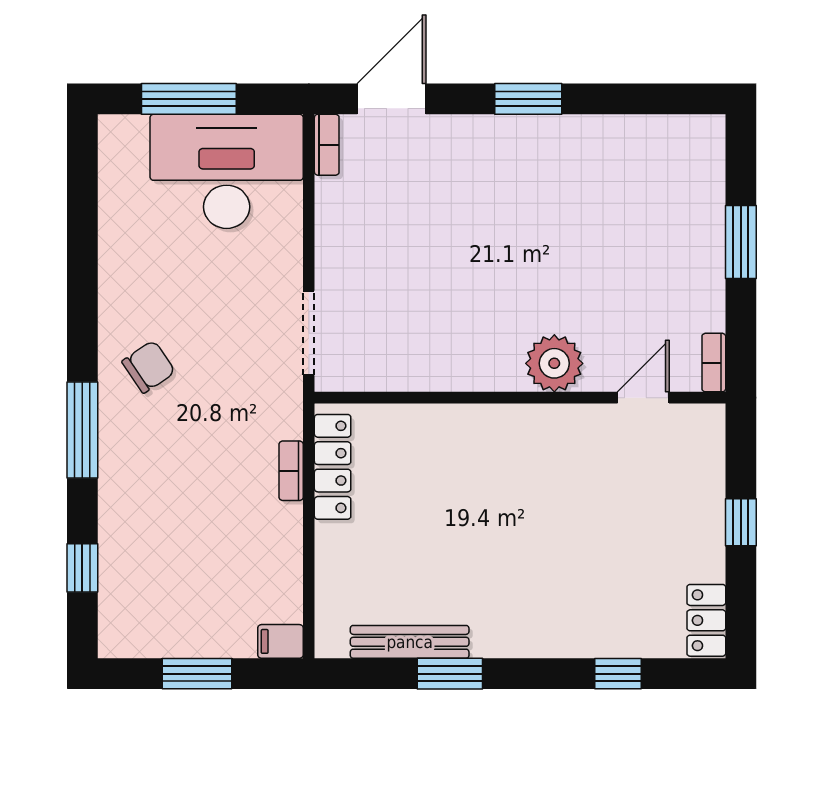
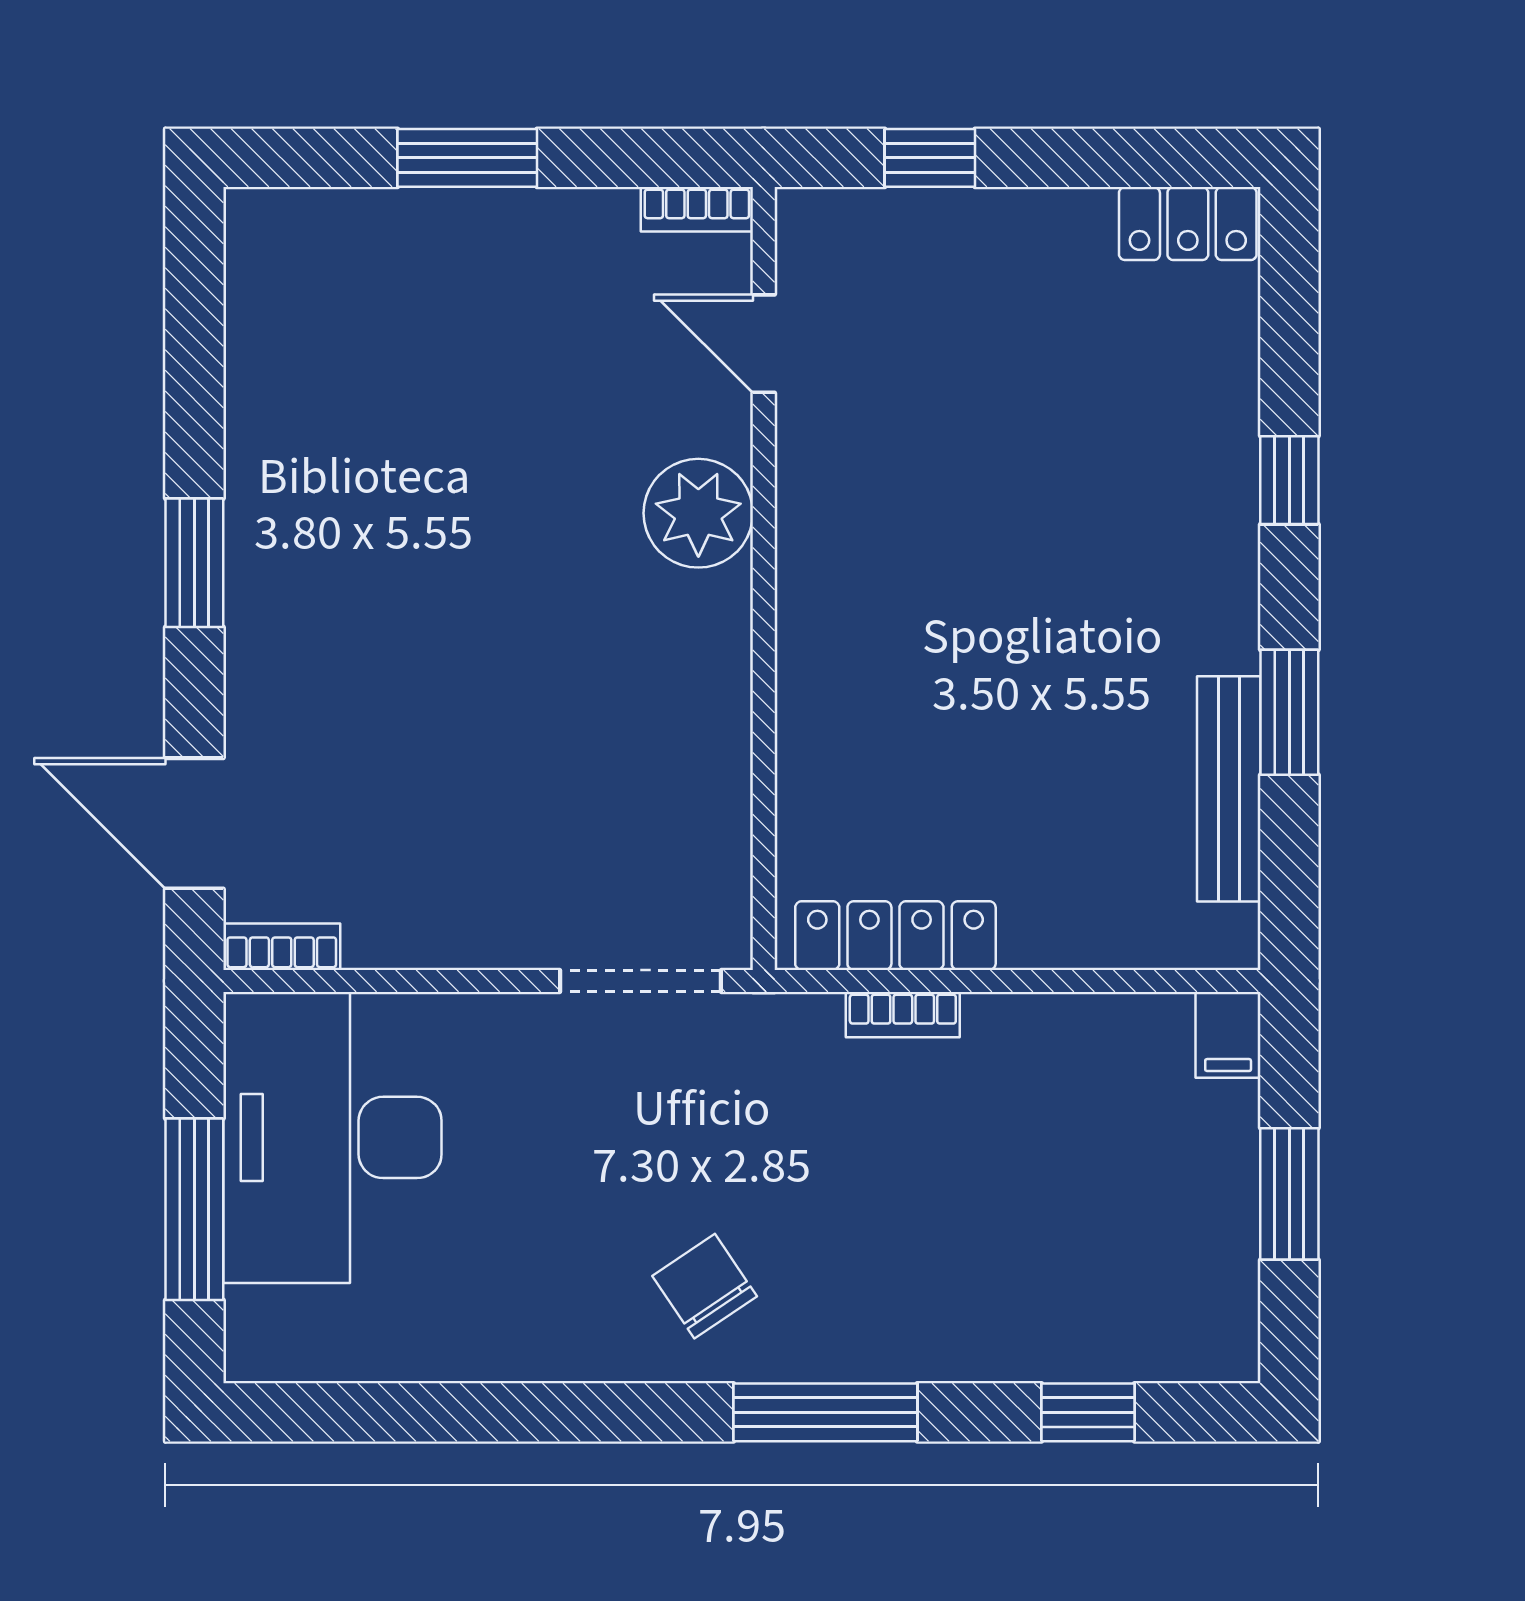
window: (741, 522) -> (930, 158), moved
window: (618, 674) -> (1289, 480), moved

